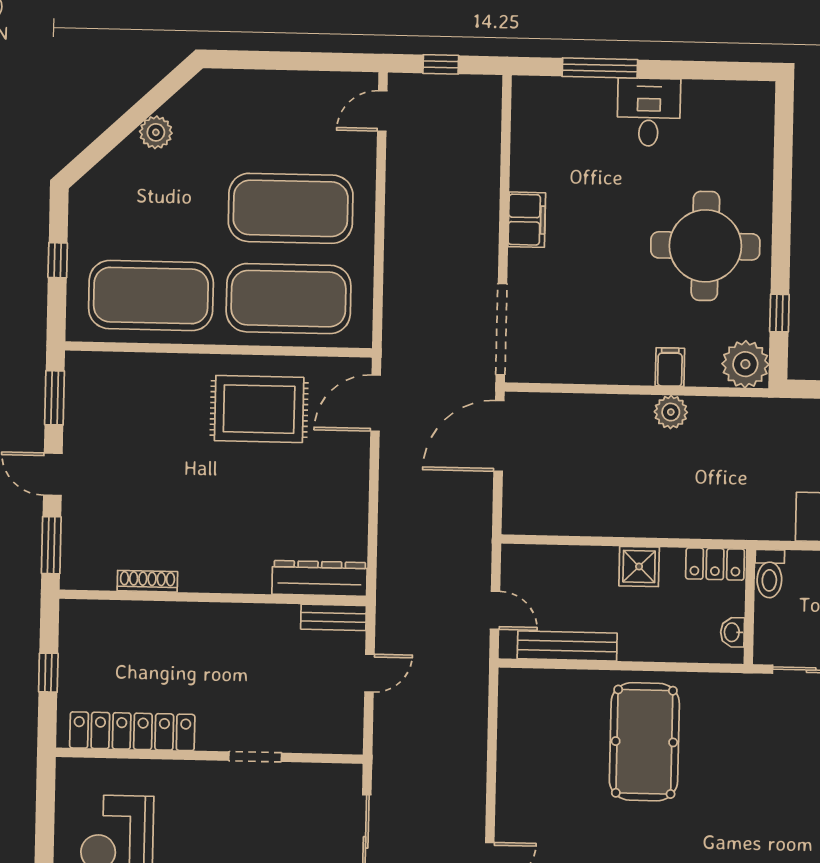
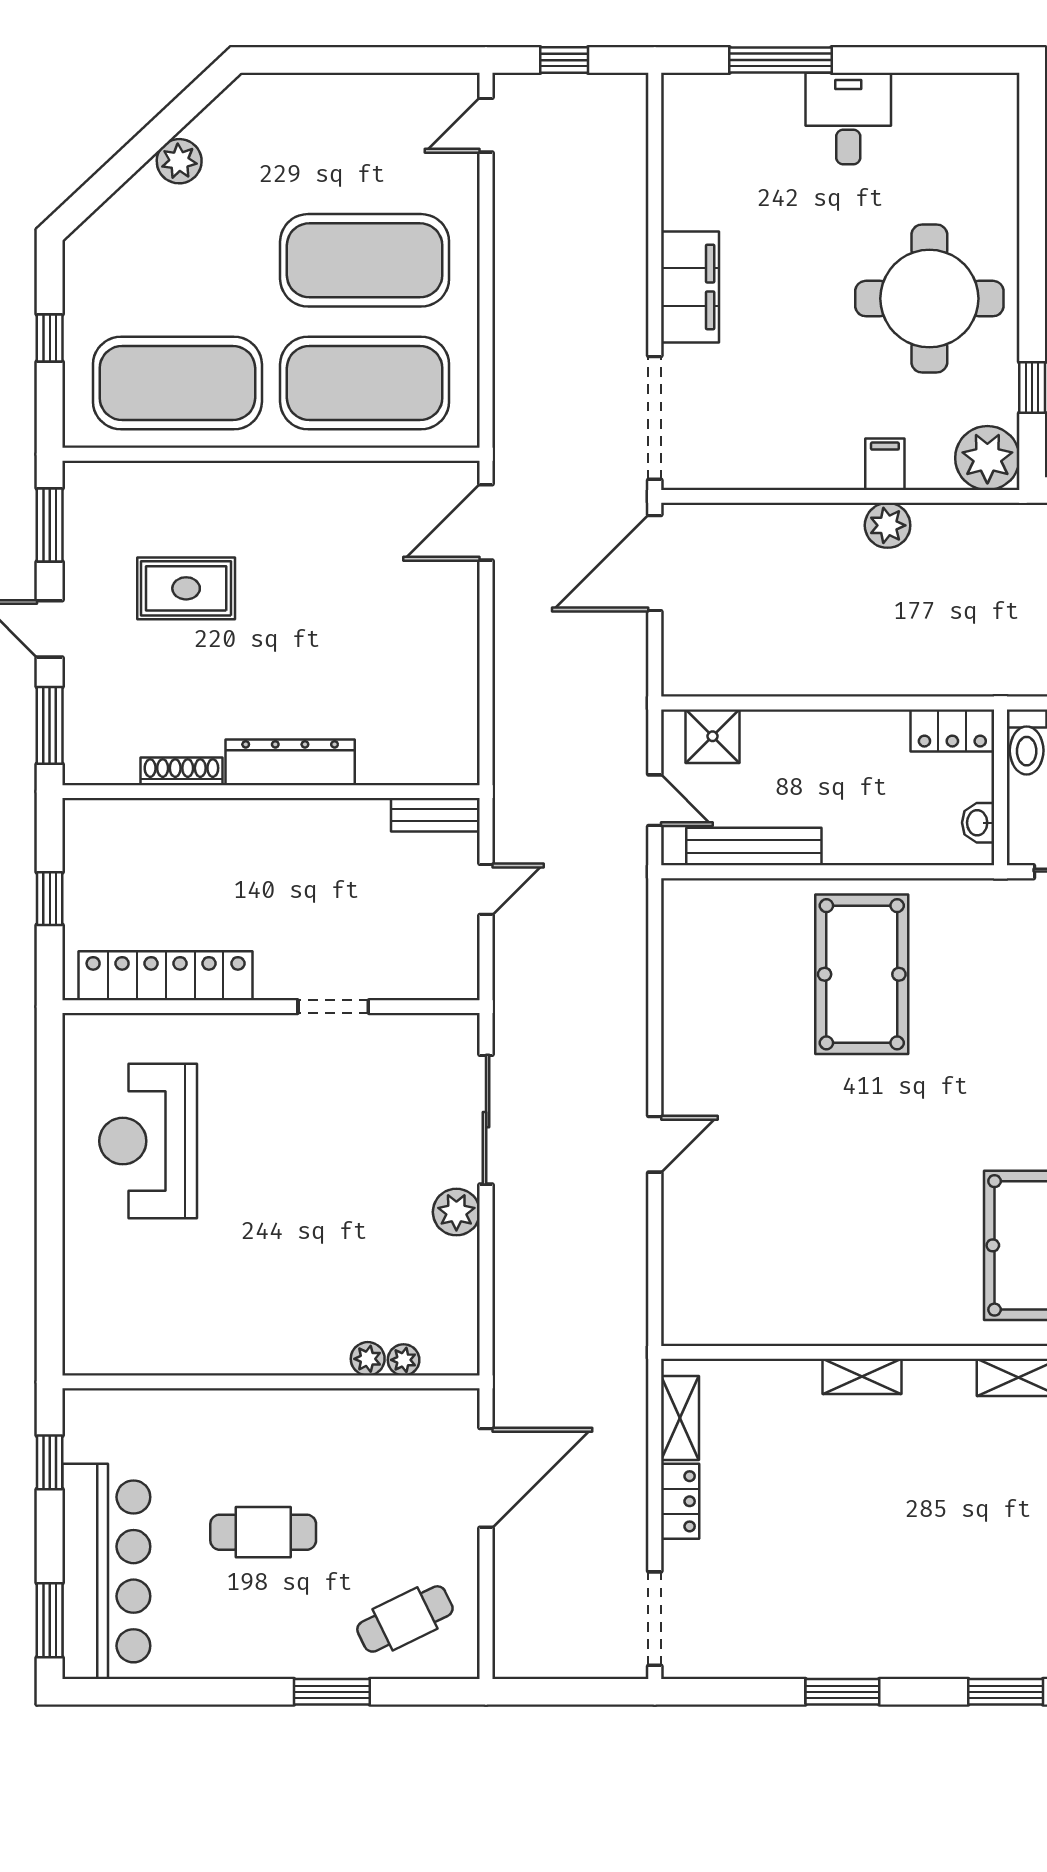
filing cabinet: (527, 220) -> (690, 287), width x1.50, depth x1.17
rug: (259, 409) -> (186, 588), moved, width x0.73, depth x0.70
shower: (639, 566) -> (713, 736), moved
dresser: (320, 578) -> (290, 762), moved

